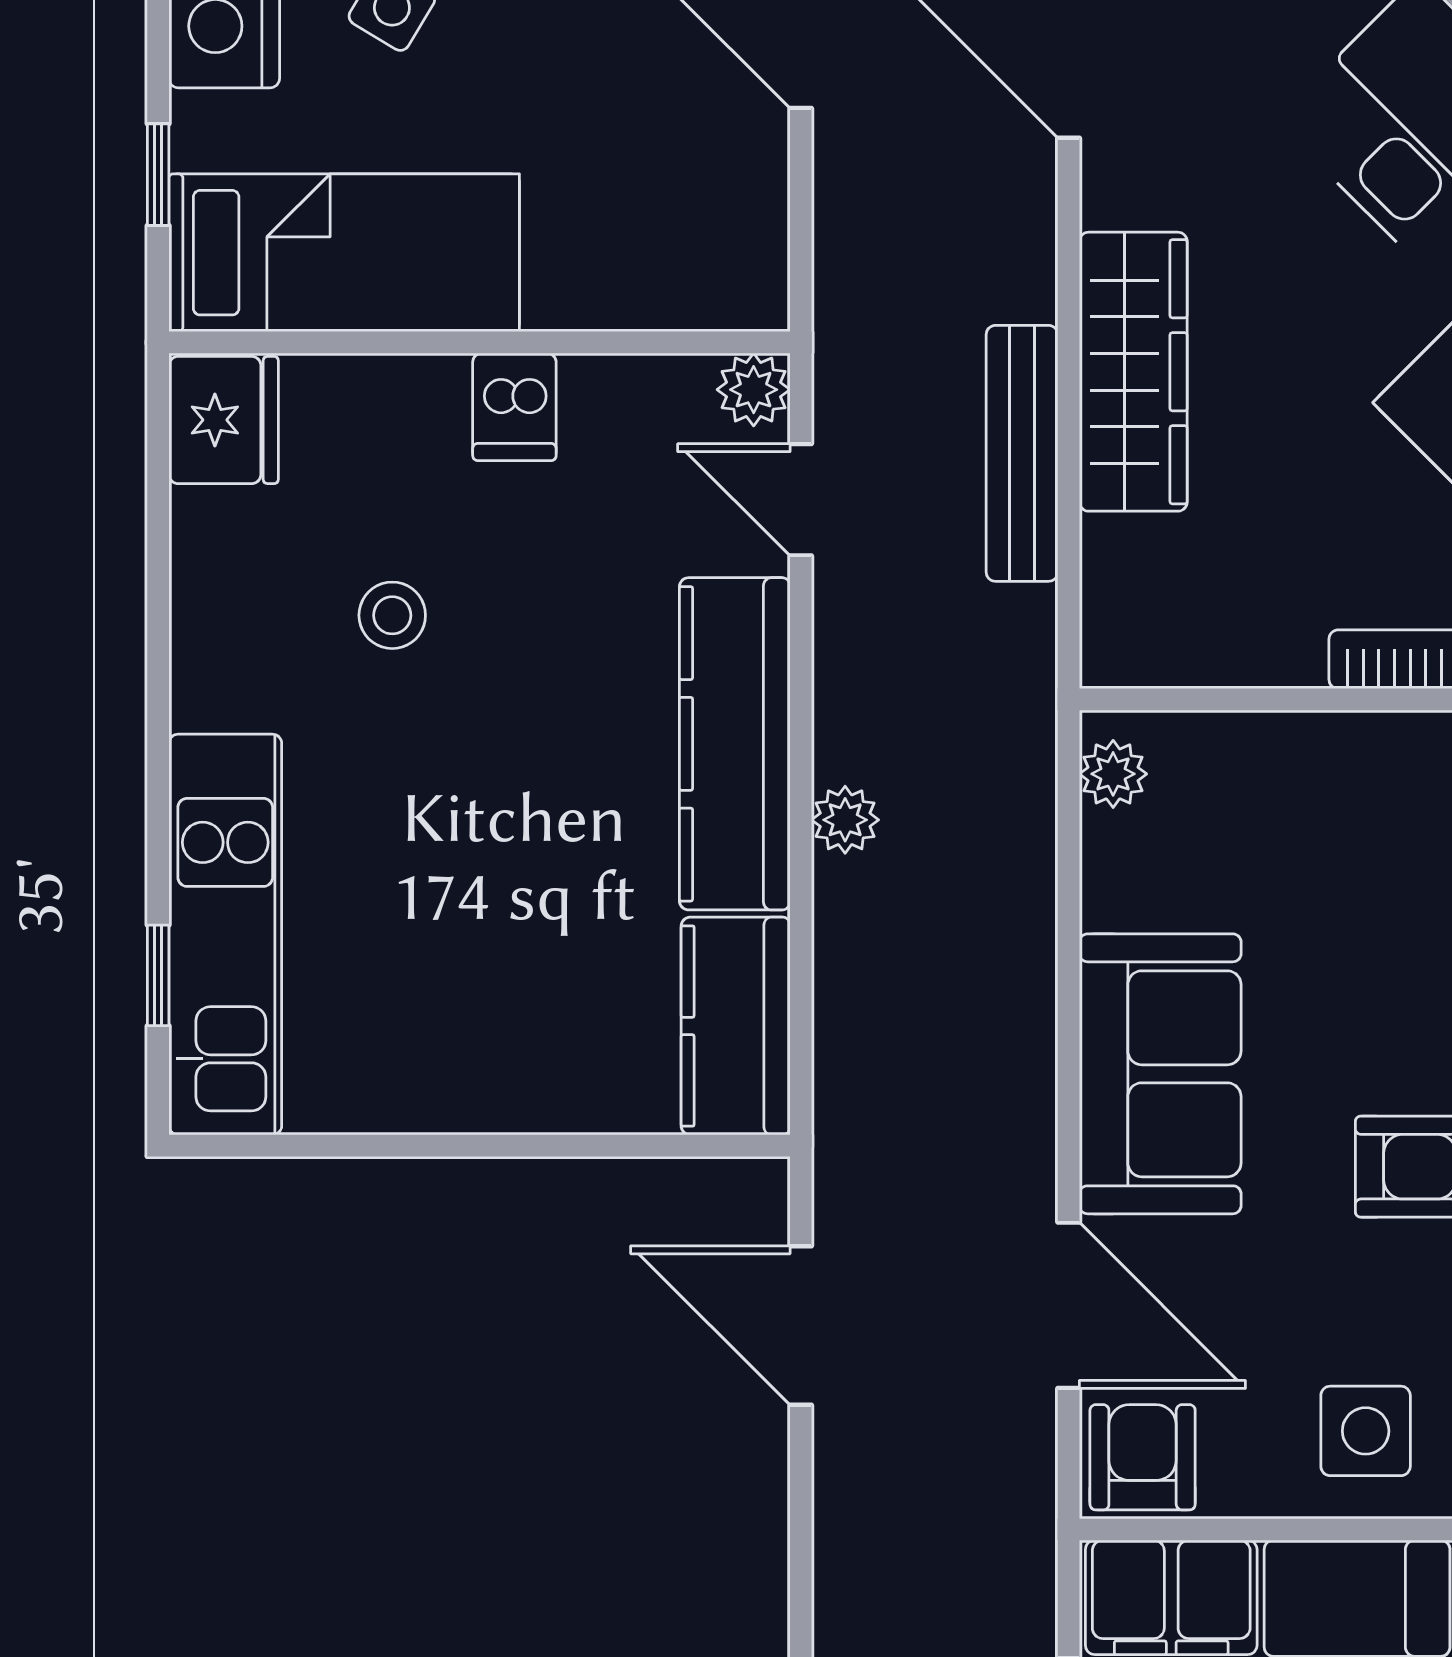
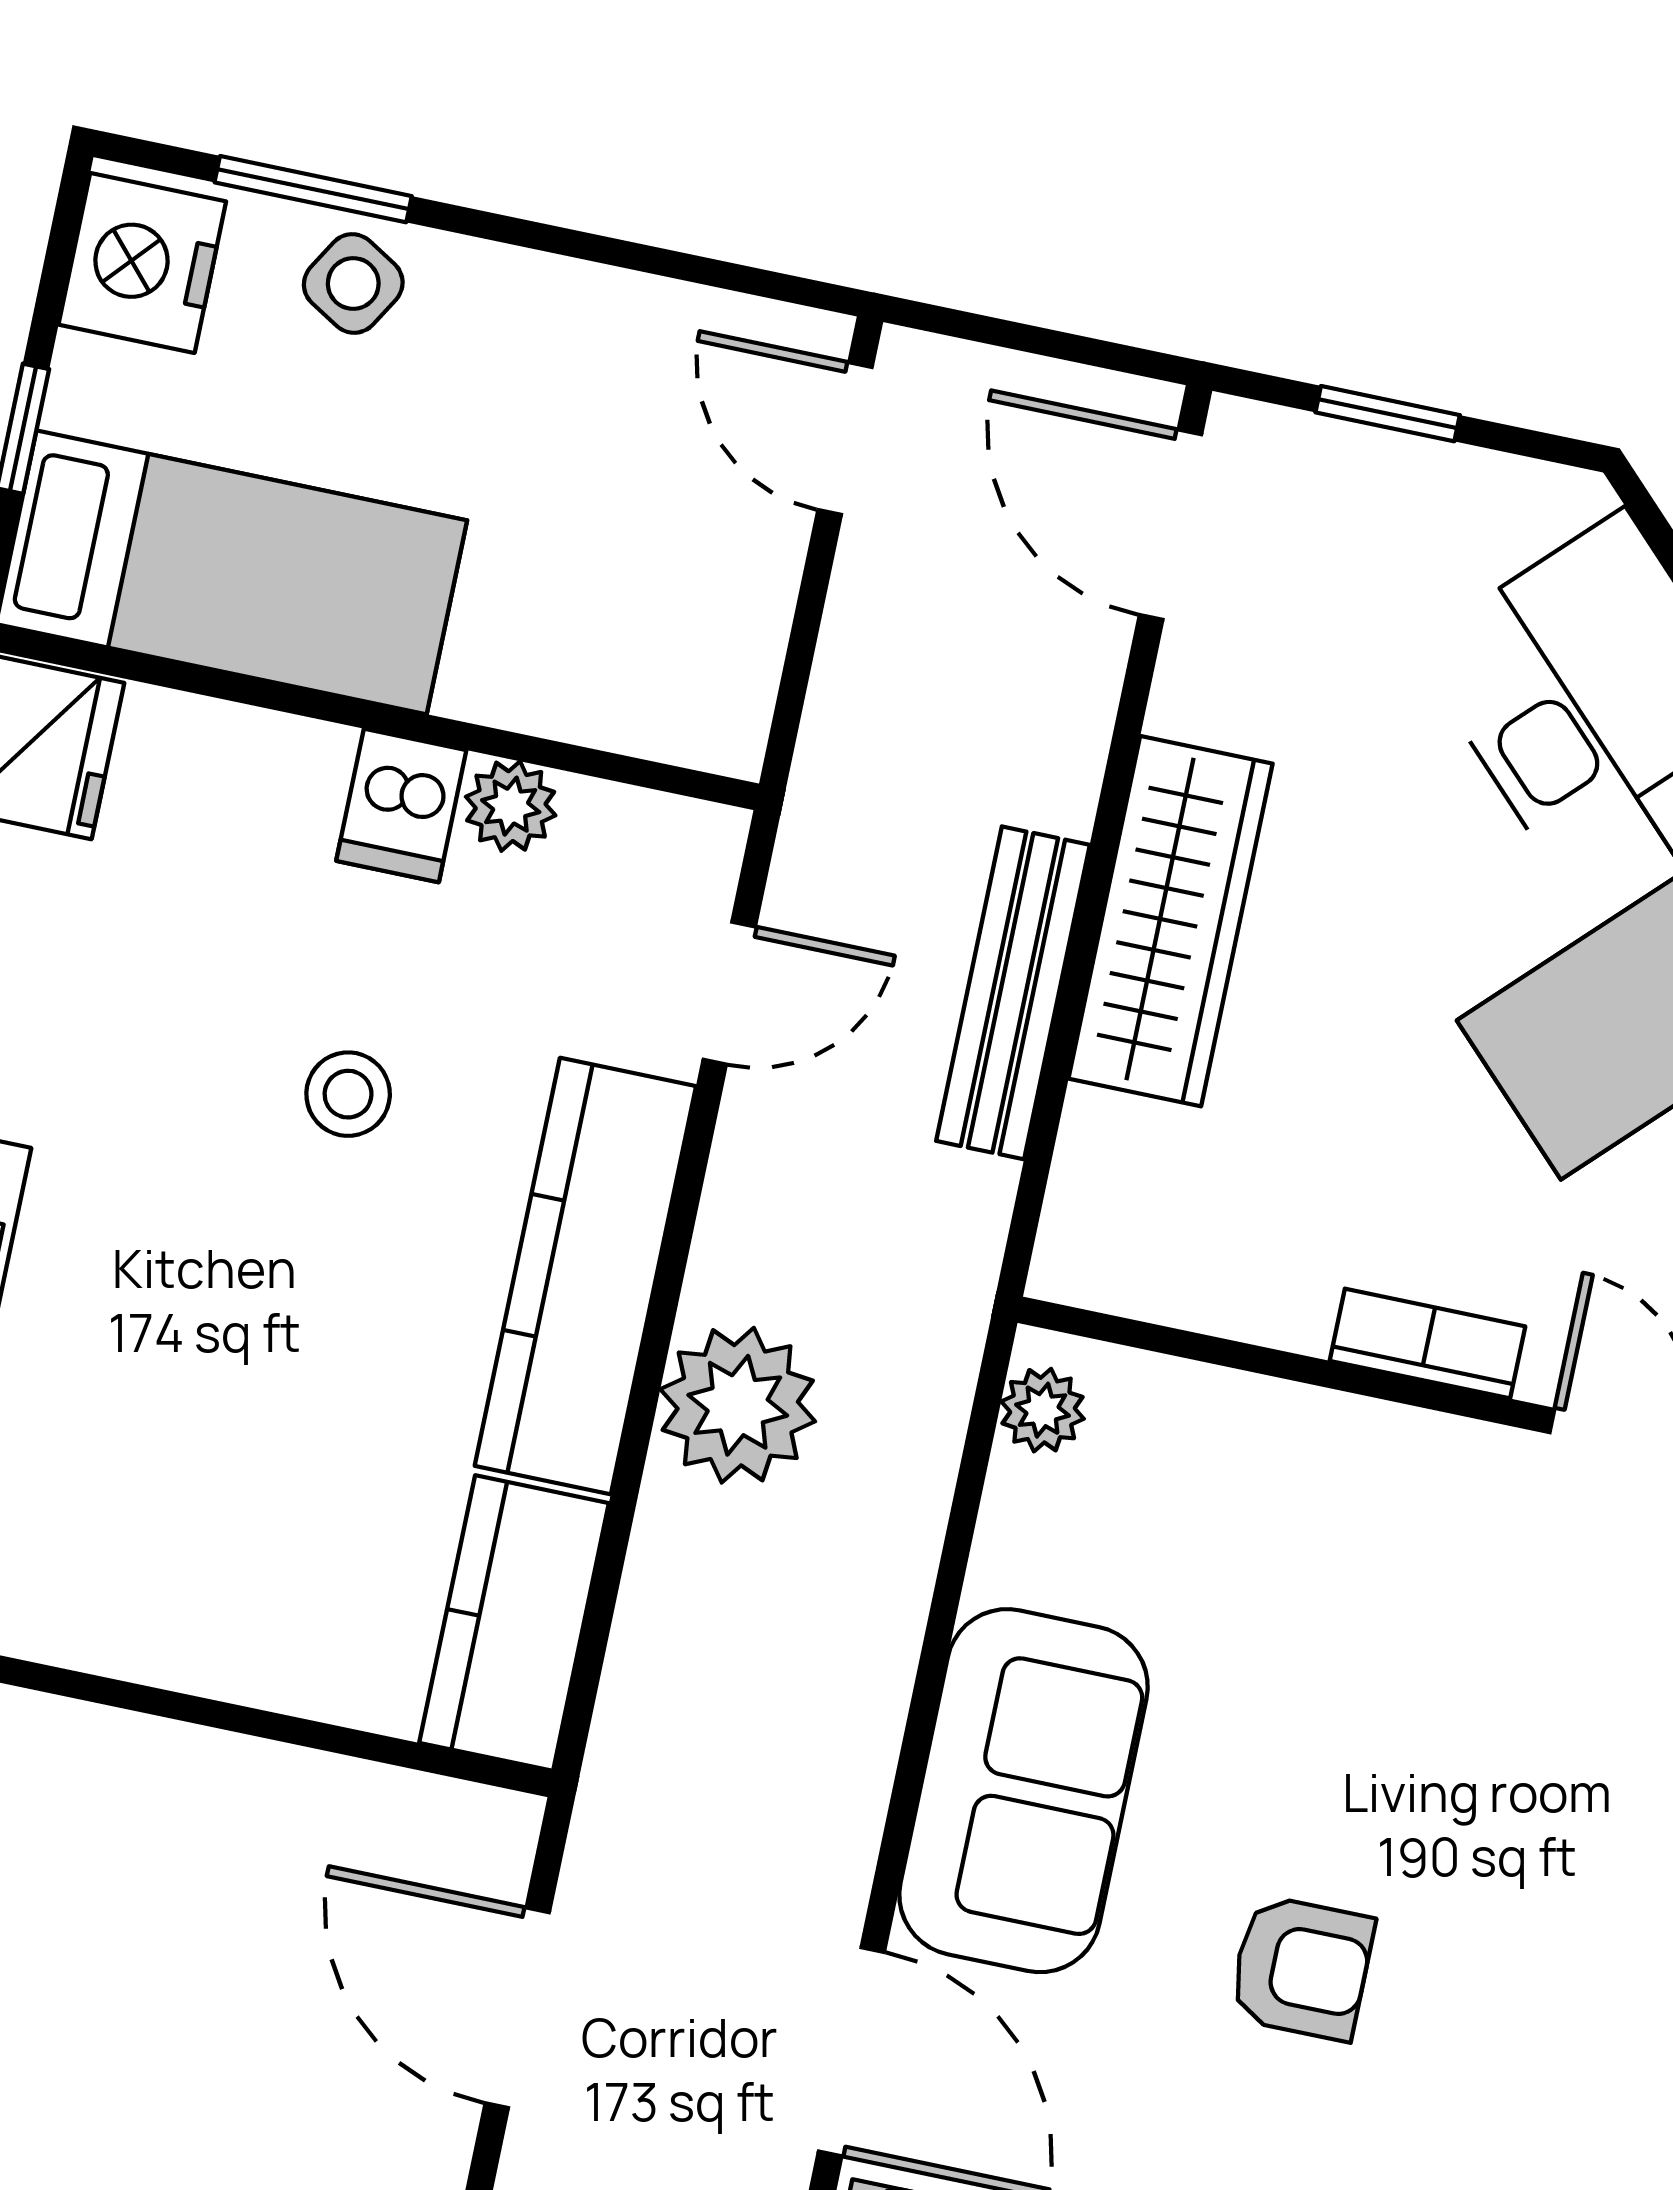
plant: (754, 390) -> (511, 806), moved
door: (801, 500) -> (729, 993), swing flipped
stool: (392, 615) -> (348, 1094), moved
plant: (845, 820) -> (738, 1405), width x1.87, depth x1.87

